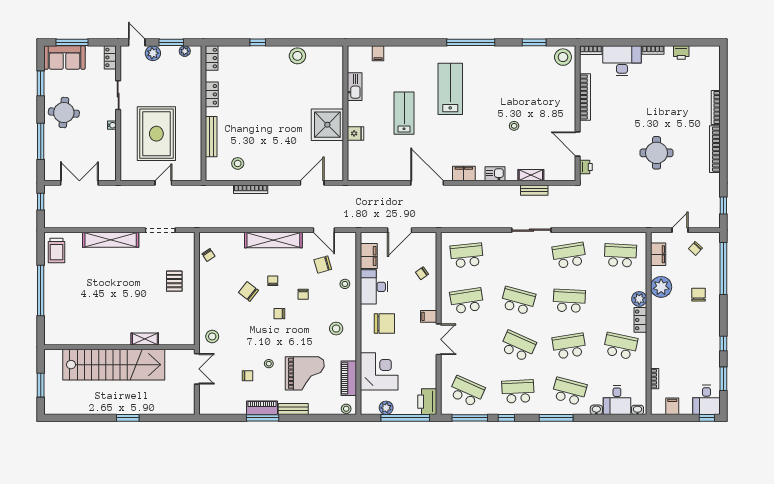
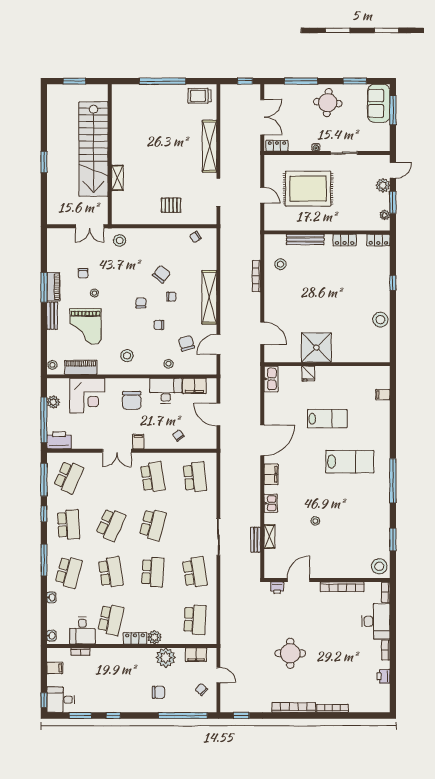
locker: (110, 57) -> (277, 146), moved
kitchen sink: (355, 87) -> (271, 379), moved, turned -90
desk: (617, 400) -> (82, 631), moved, turned -90

